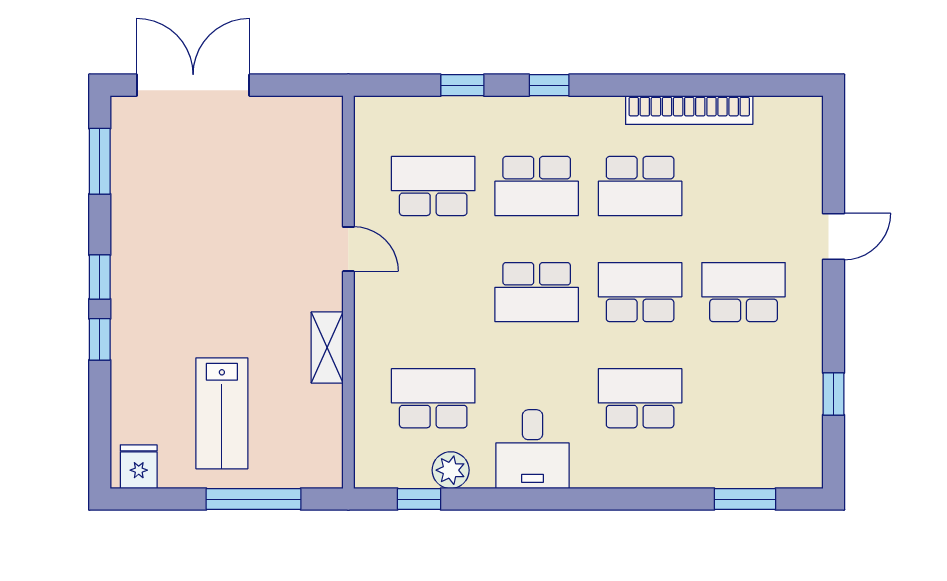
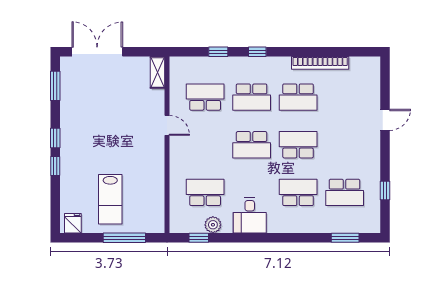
school desk: (744, 292) -> (345, 192), moved, turned 180
shelving: (327, 348) -> (157, 72), moved

